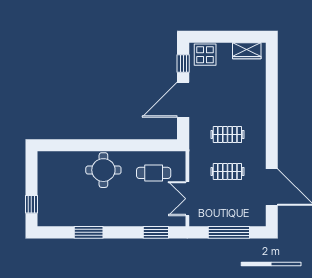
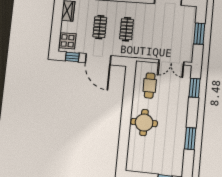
clothes rail: (227, 172) -> (100, 27), moved
window: (229, 232) -> (199, 34), width x0.69

